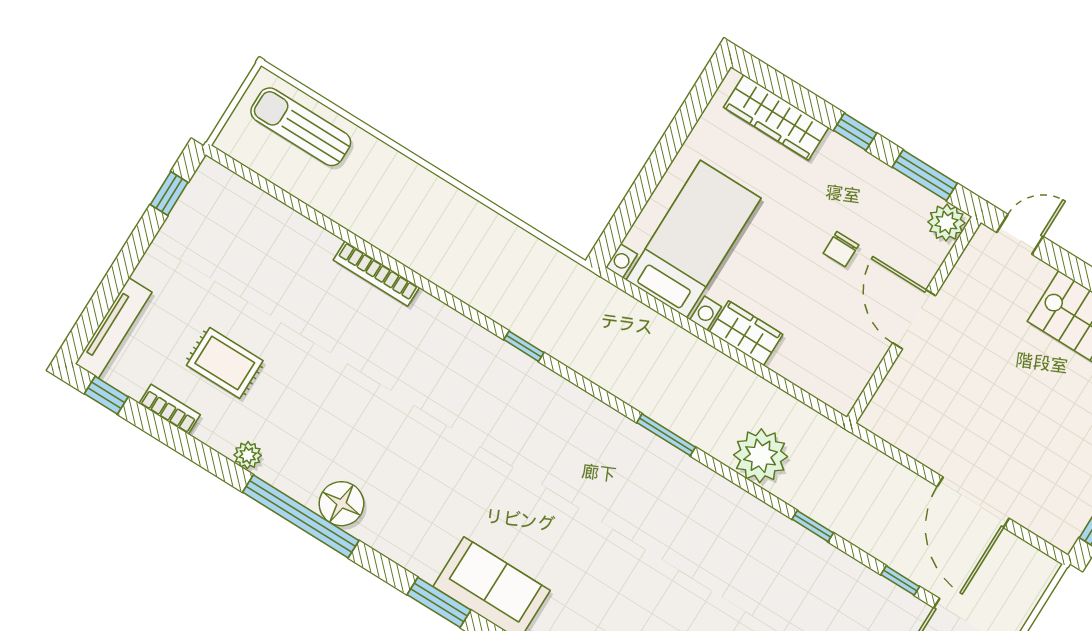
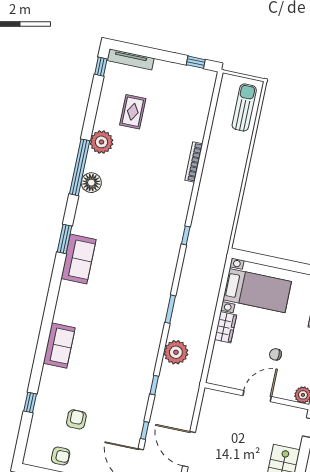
bookcase: (170, 409) -> (105, 96), removed
plant: (248, 455) -> (101, 142), width x1.87, depth x1.87
door: (973, 502) -> (189, 449), hinge flipped

